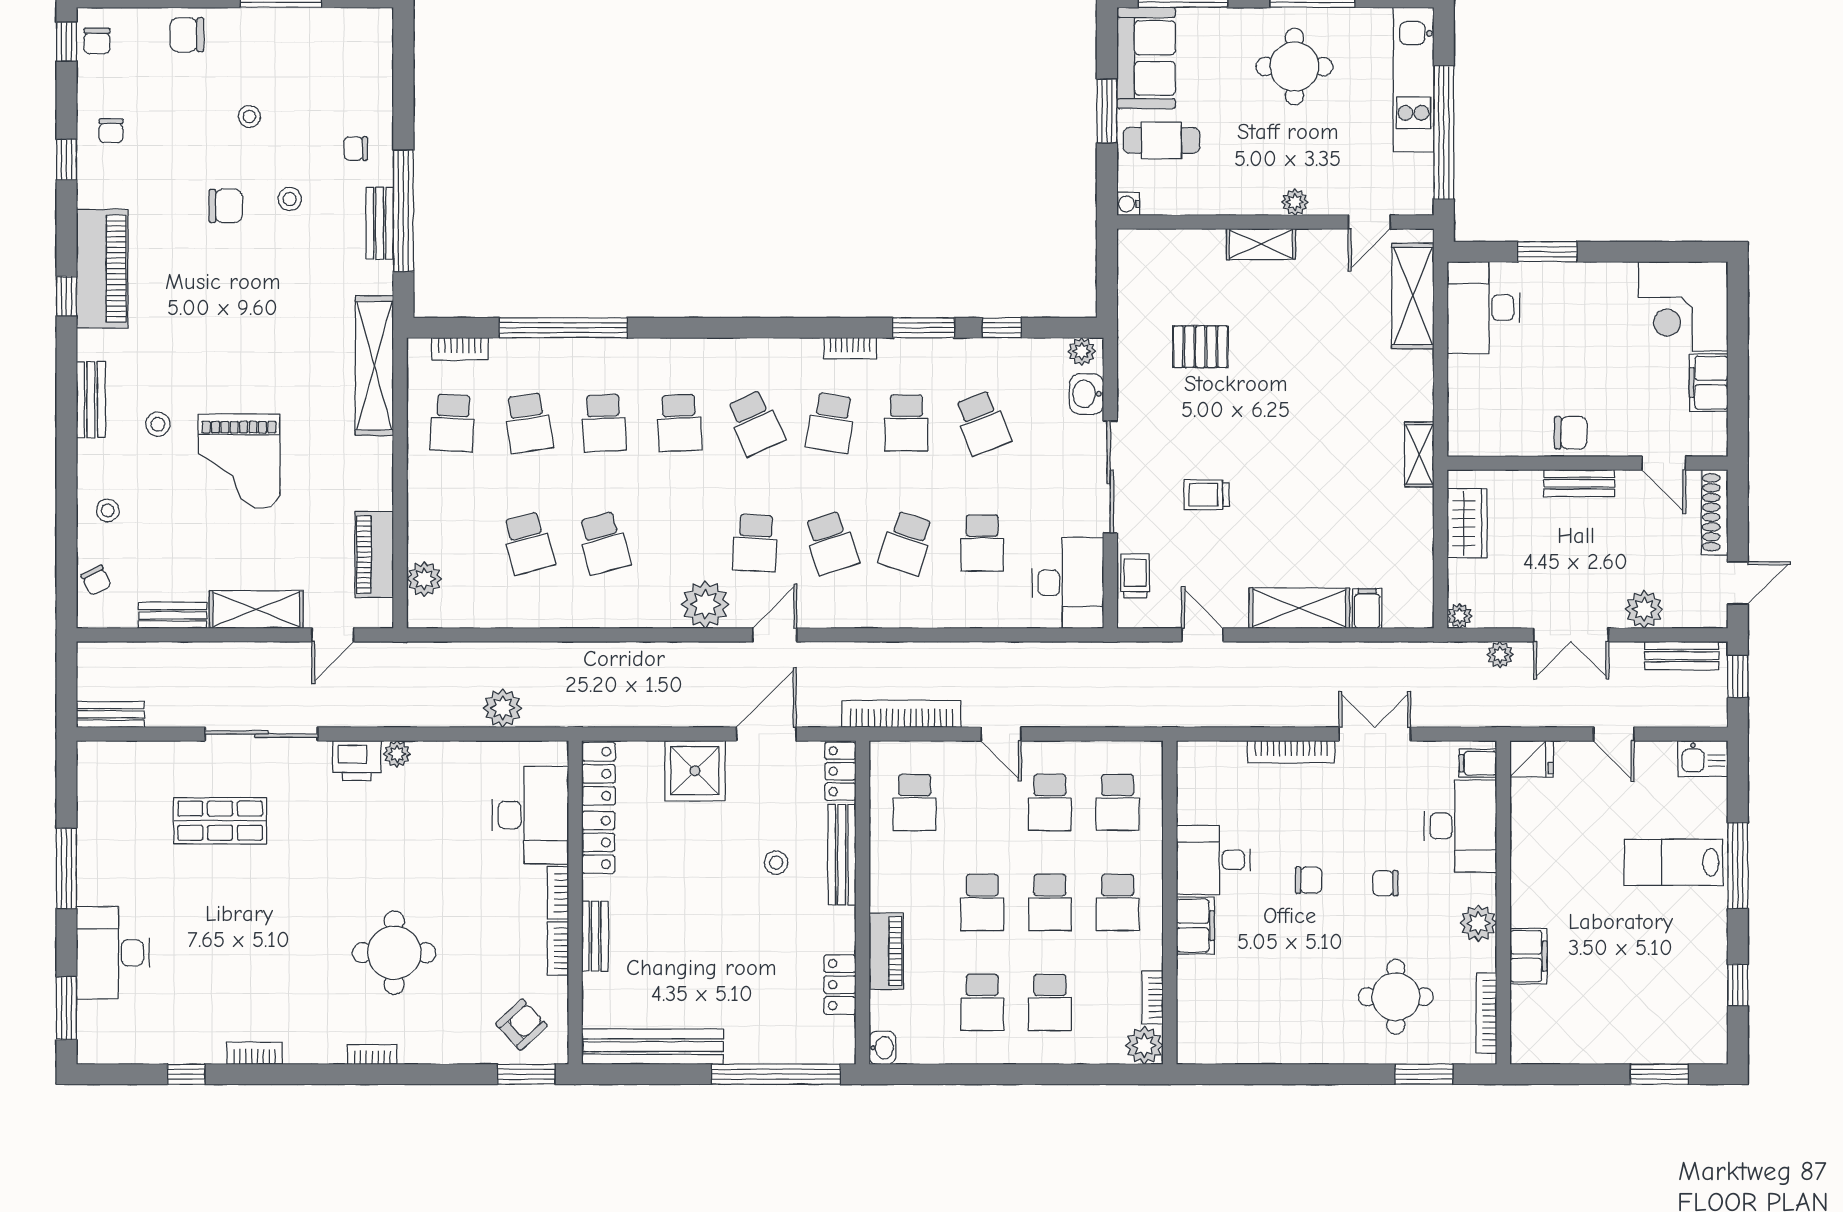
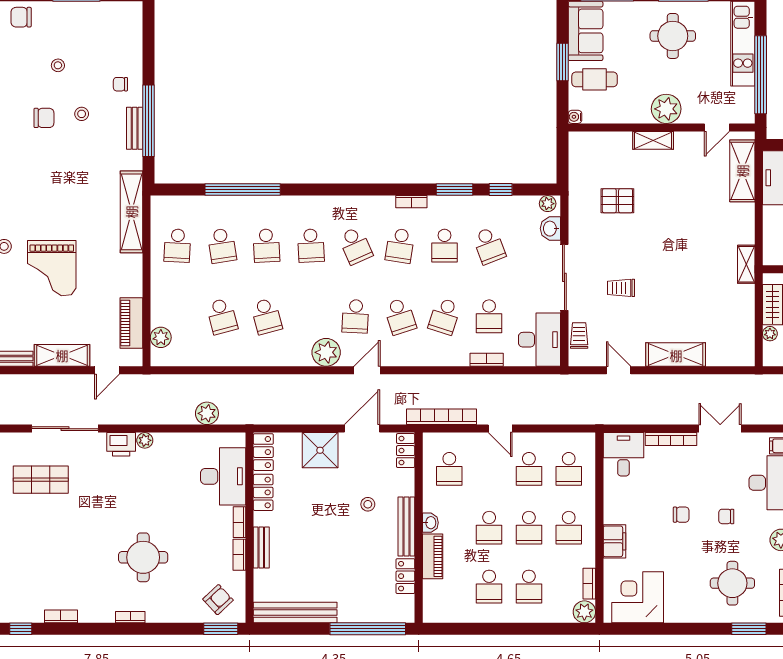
plant: (1295, 202) -> (666, 109), width x1.88, depth x1.88
bookcase: (460, 349) -> (487, 360), moved, turned 180
filing cabinet: (1367, 608) -> (716, 355), removed
plant: (1459, 616) -> (770, 334), moved
bench: (842, 855) -> (406, 526), moved
desk: (1213, 860) -> (623, 454), moved, turned 90
corner desk: (1235, 1021) -> (638, 597), added
washbasin: (882, 1048) -> (430, 523), moved

